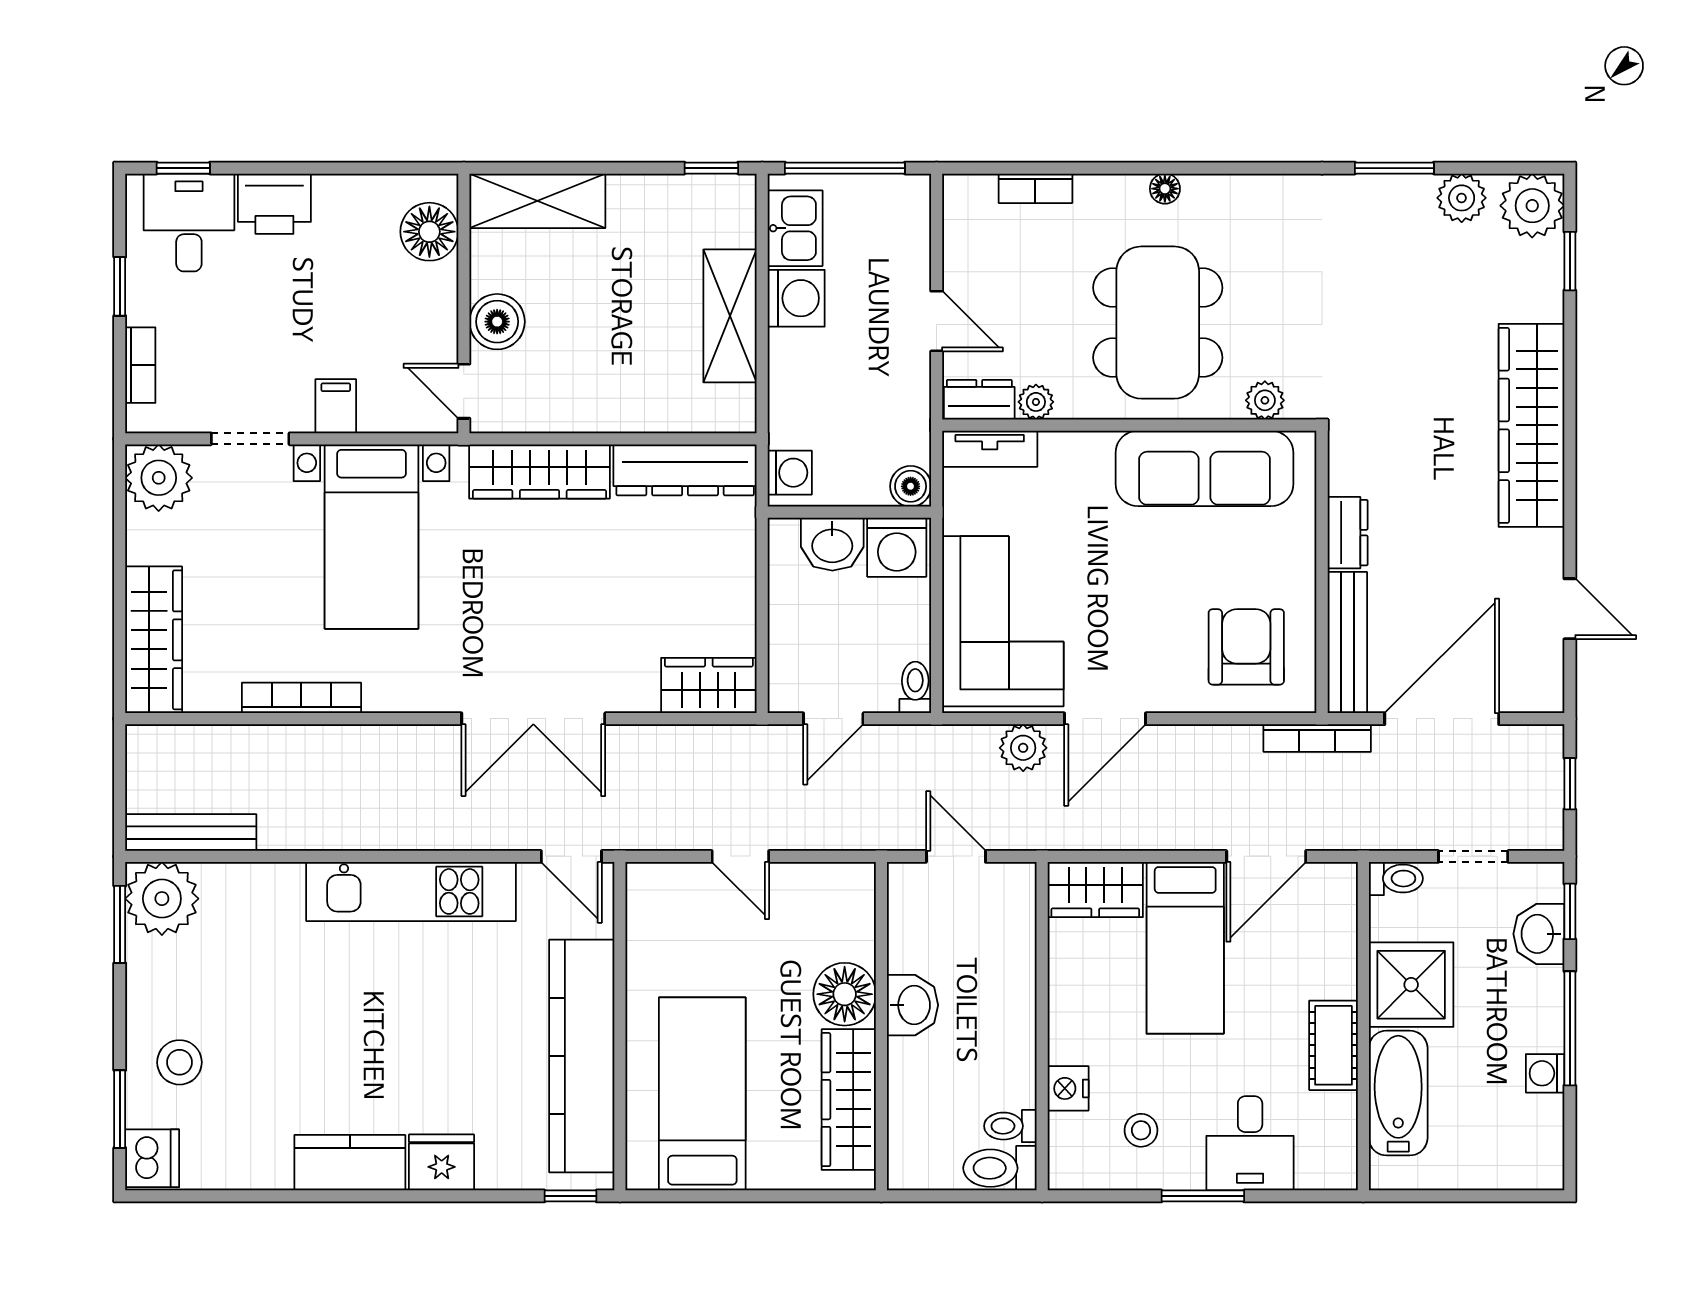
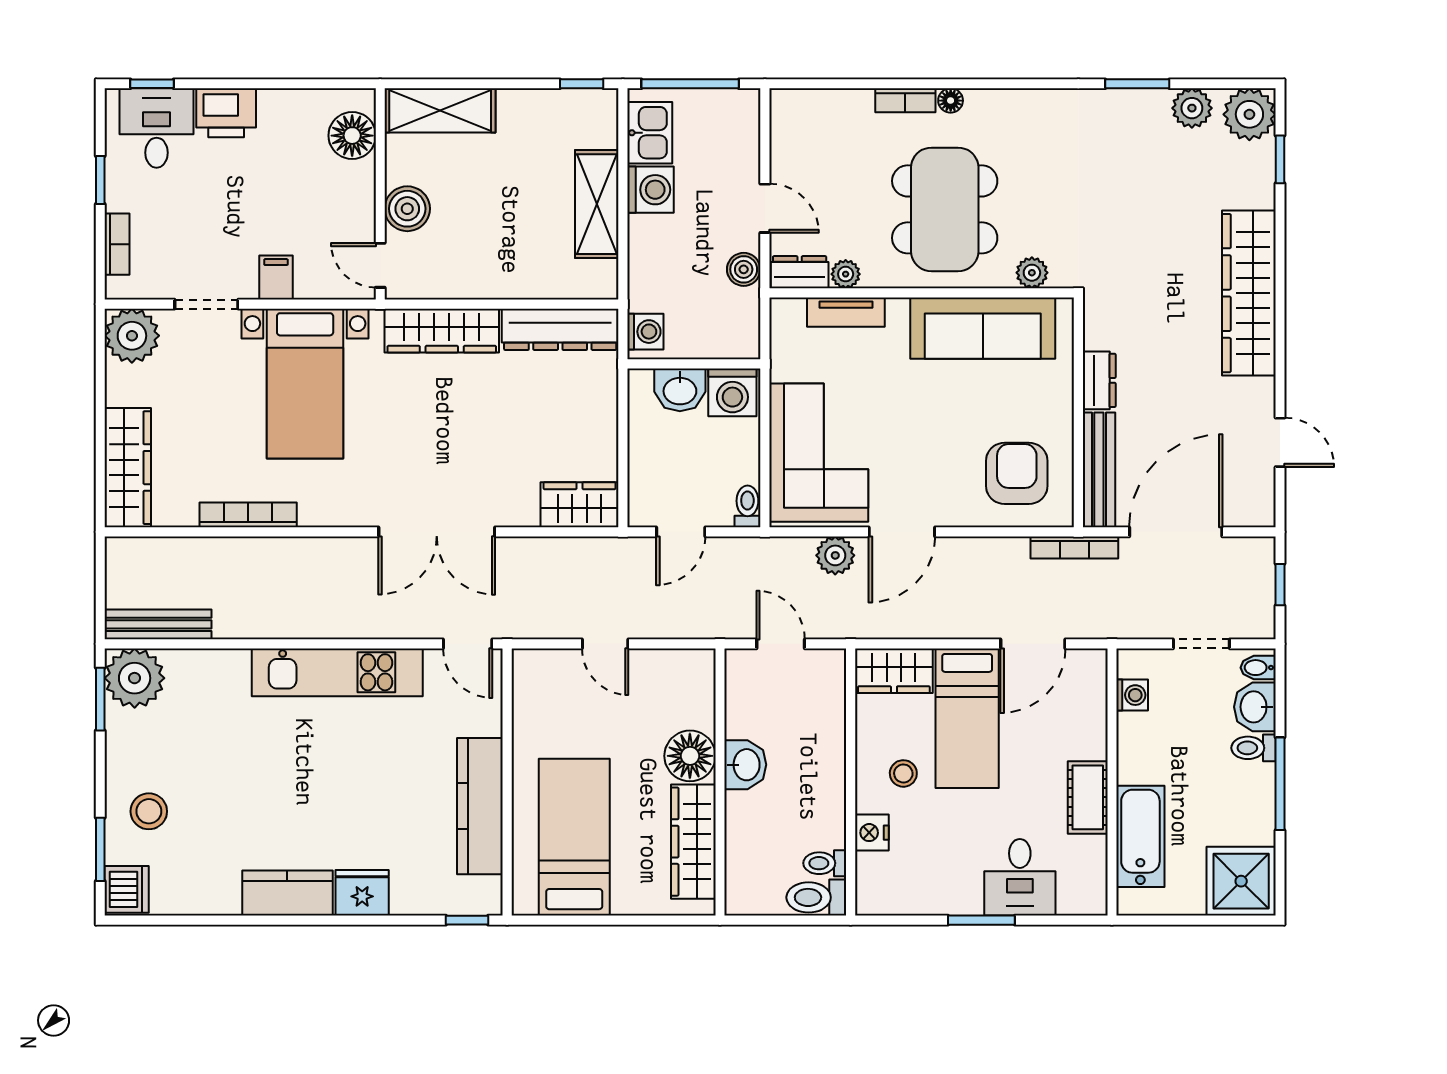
bookcase: (1035, 188) -> (905, 100), moved
tv unit: (990, 449) -> (846, 312), moved
boiler: (911, 486) -> (744, 269), moved
toilet: (1396, 879) -> (1253, 748), moved, turned 180
bidet: (1543, 886) -> (1258, 668), added
window: (1570, 911) -> (1280, 688), removed
shower: (1411, 985) -> (1241, 881), moved
kitchen counter: (582, 1056) -> (480, 806), width x0.72, depth x0.86
washing machine: (1545, 1073) -> (1132, 695), moved, turned 180
stool: (1141, 1130) -> (903, 773), moved

